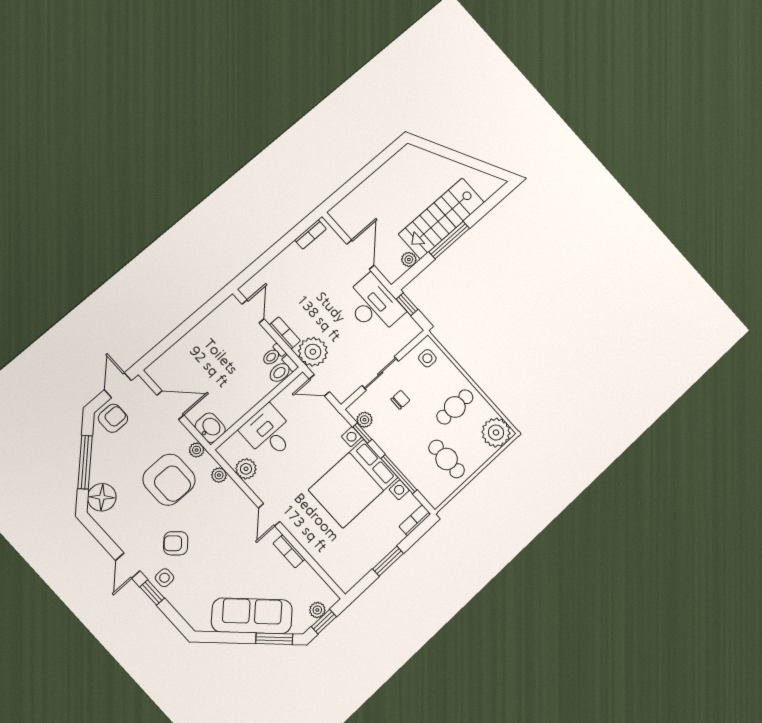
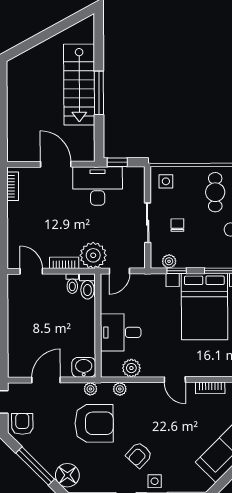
plant: (409, 259) -> (88, 133), removed

